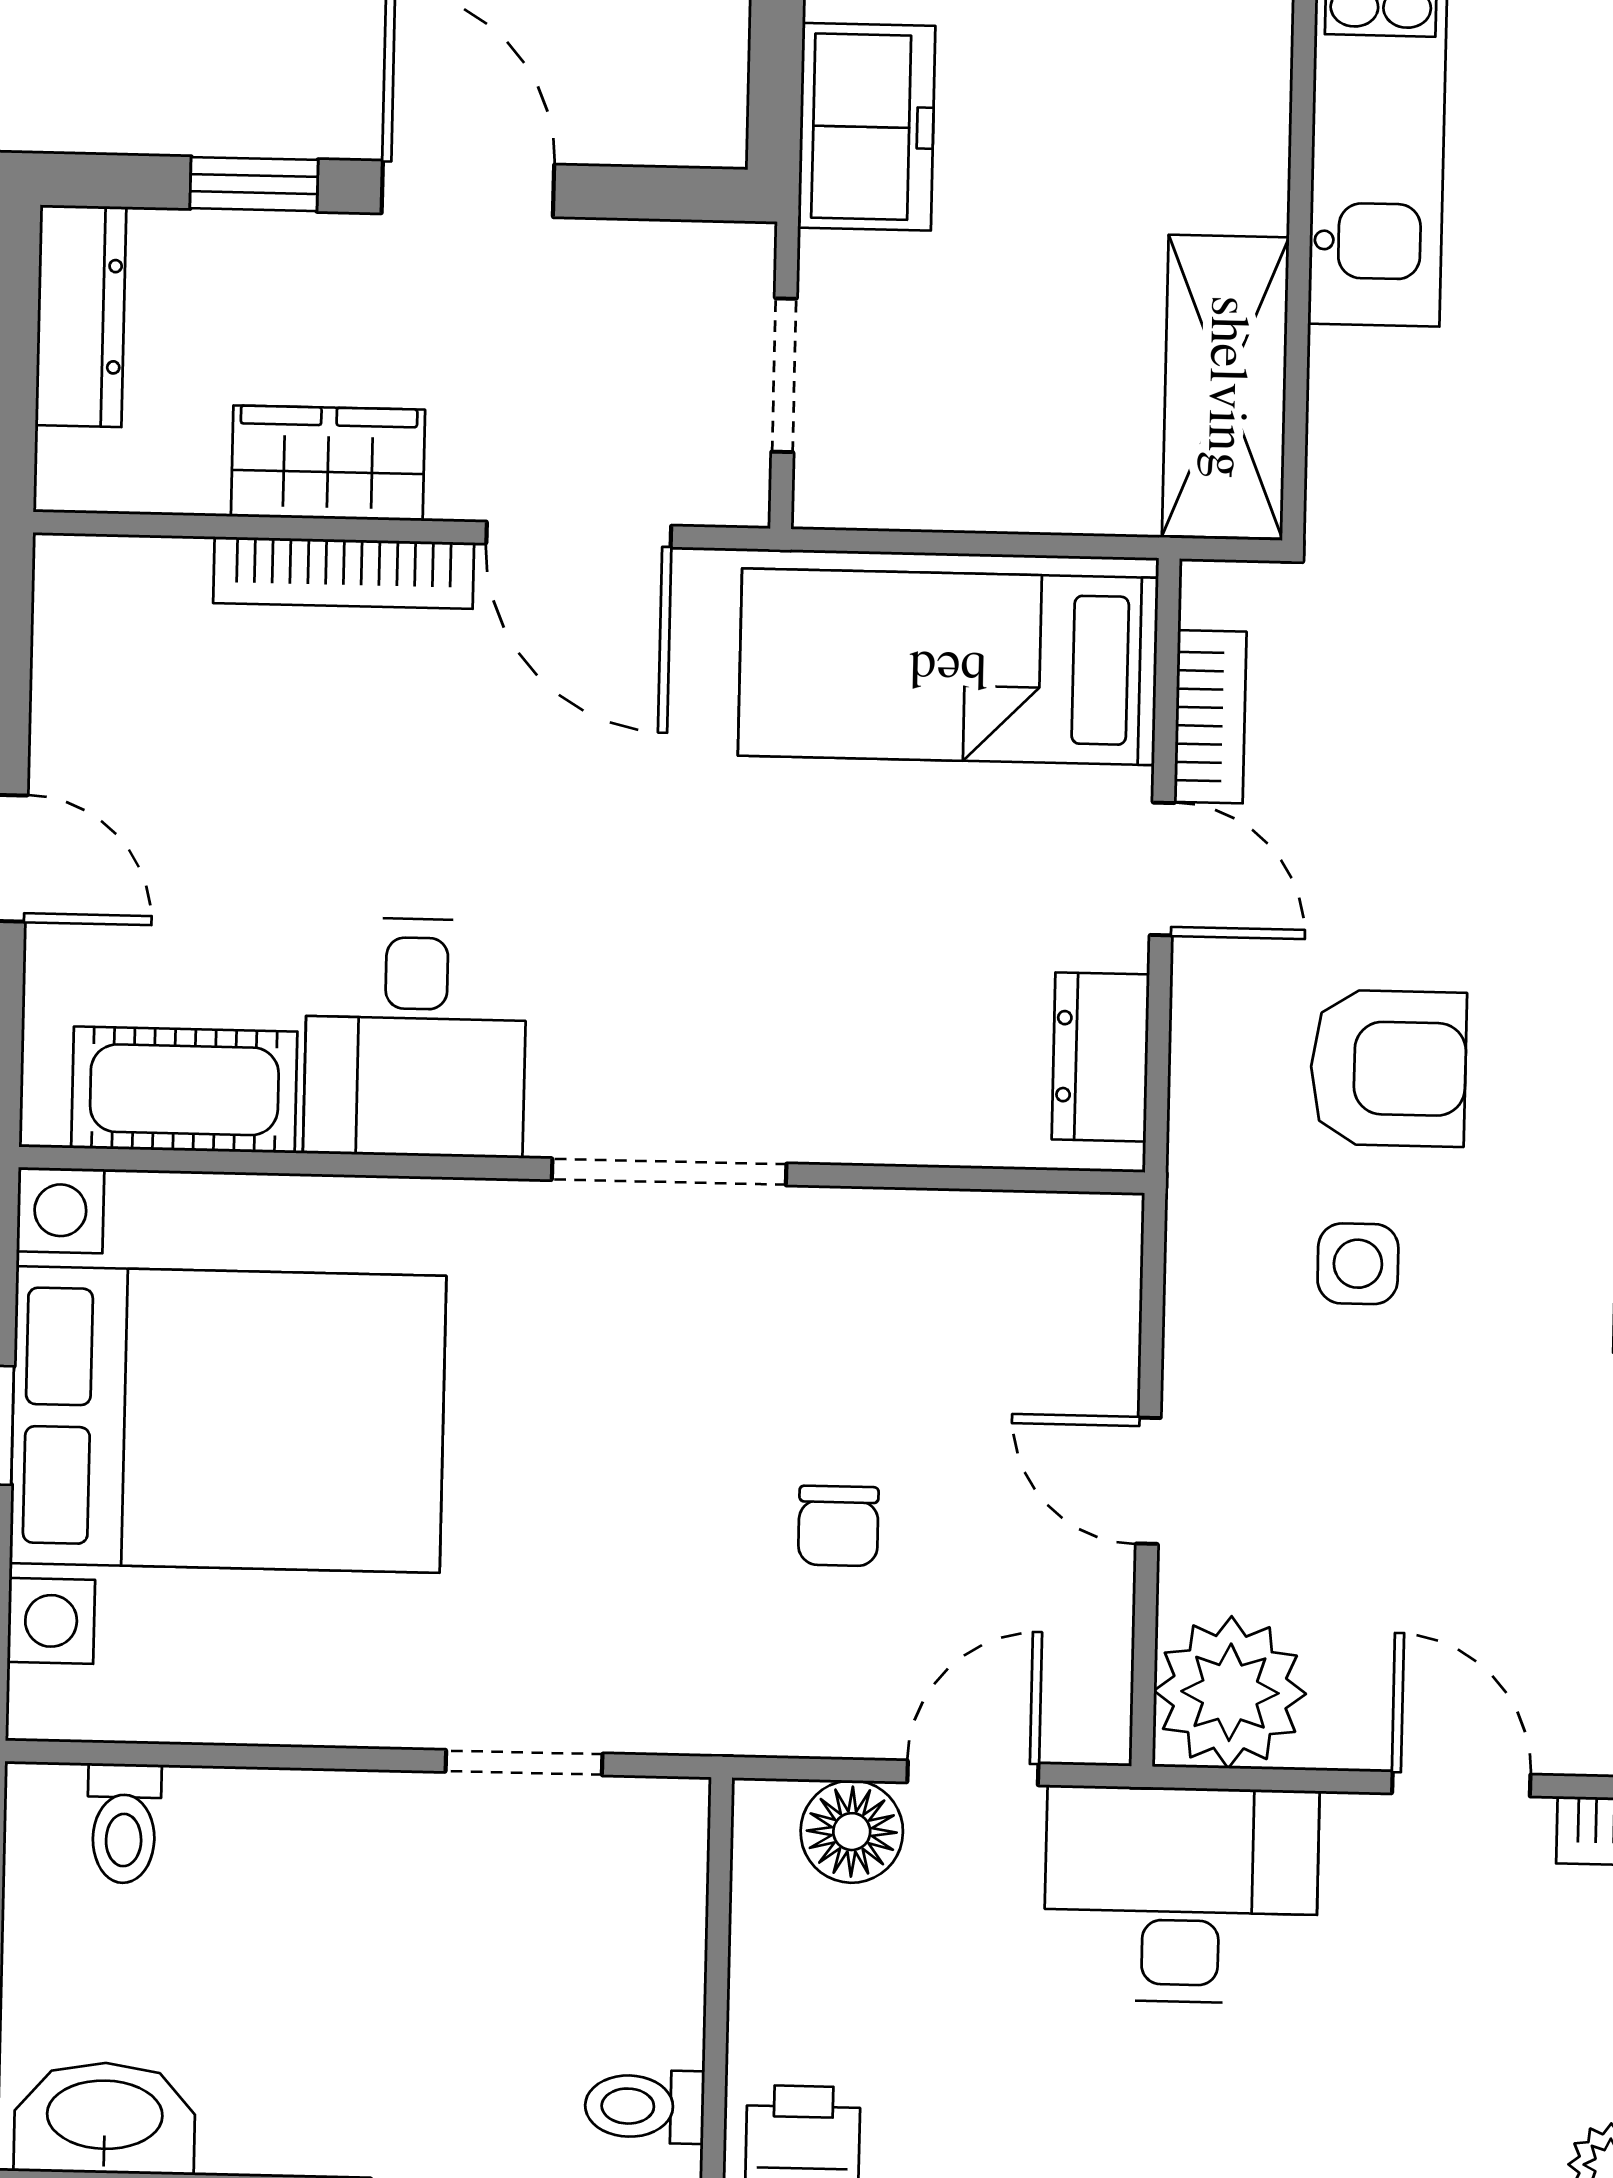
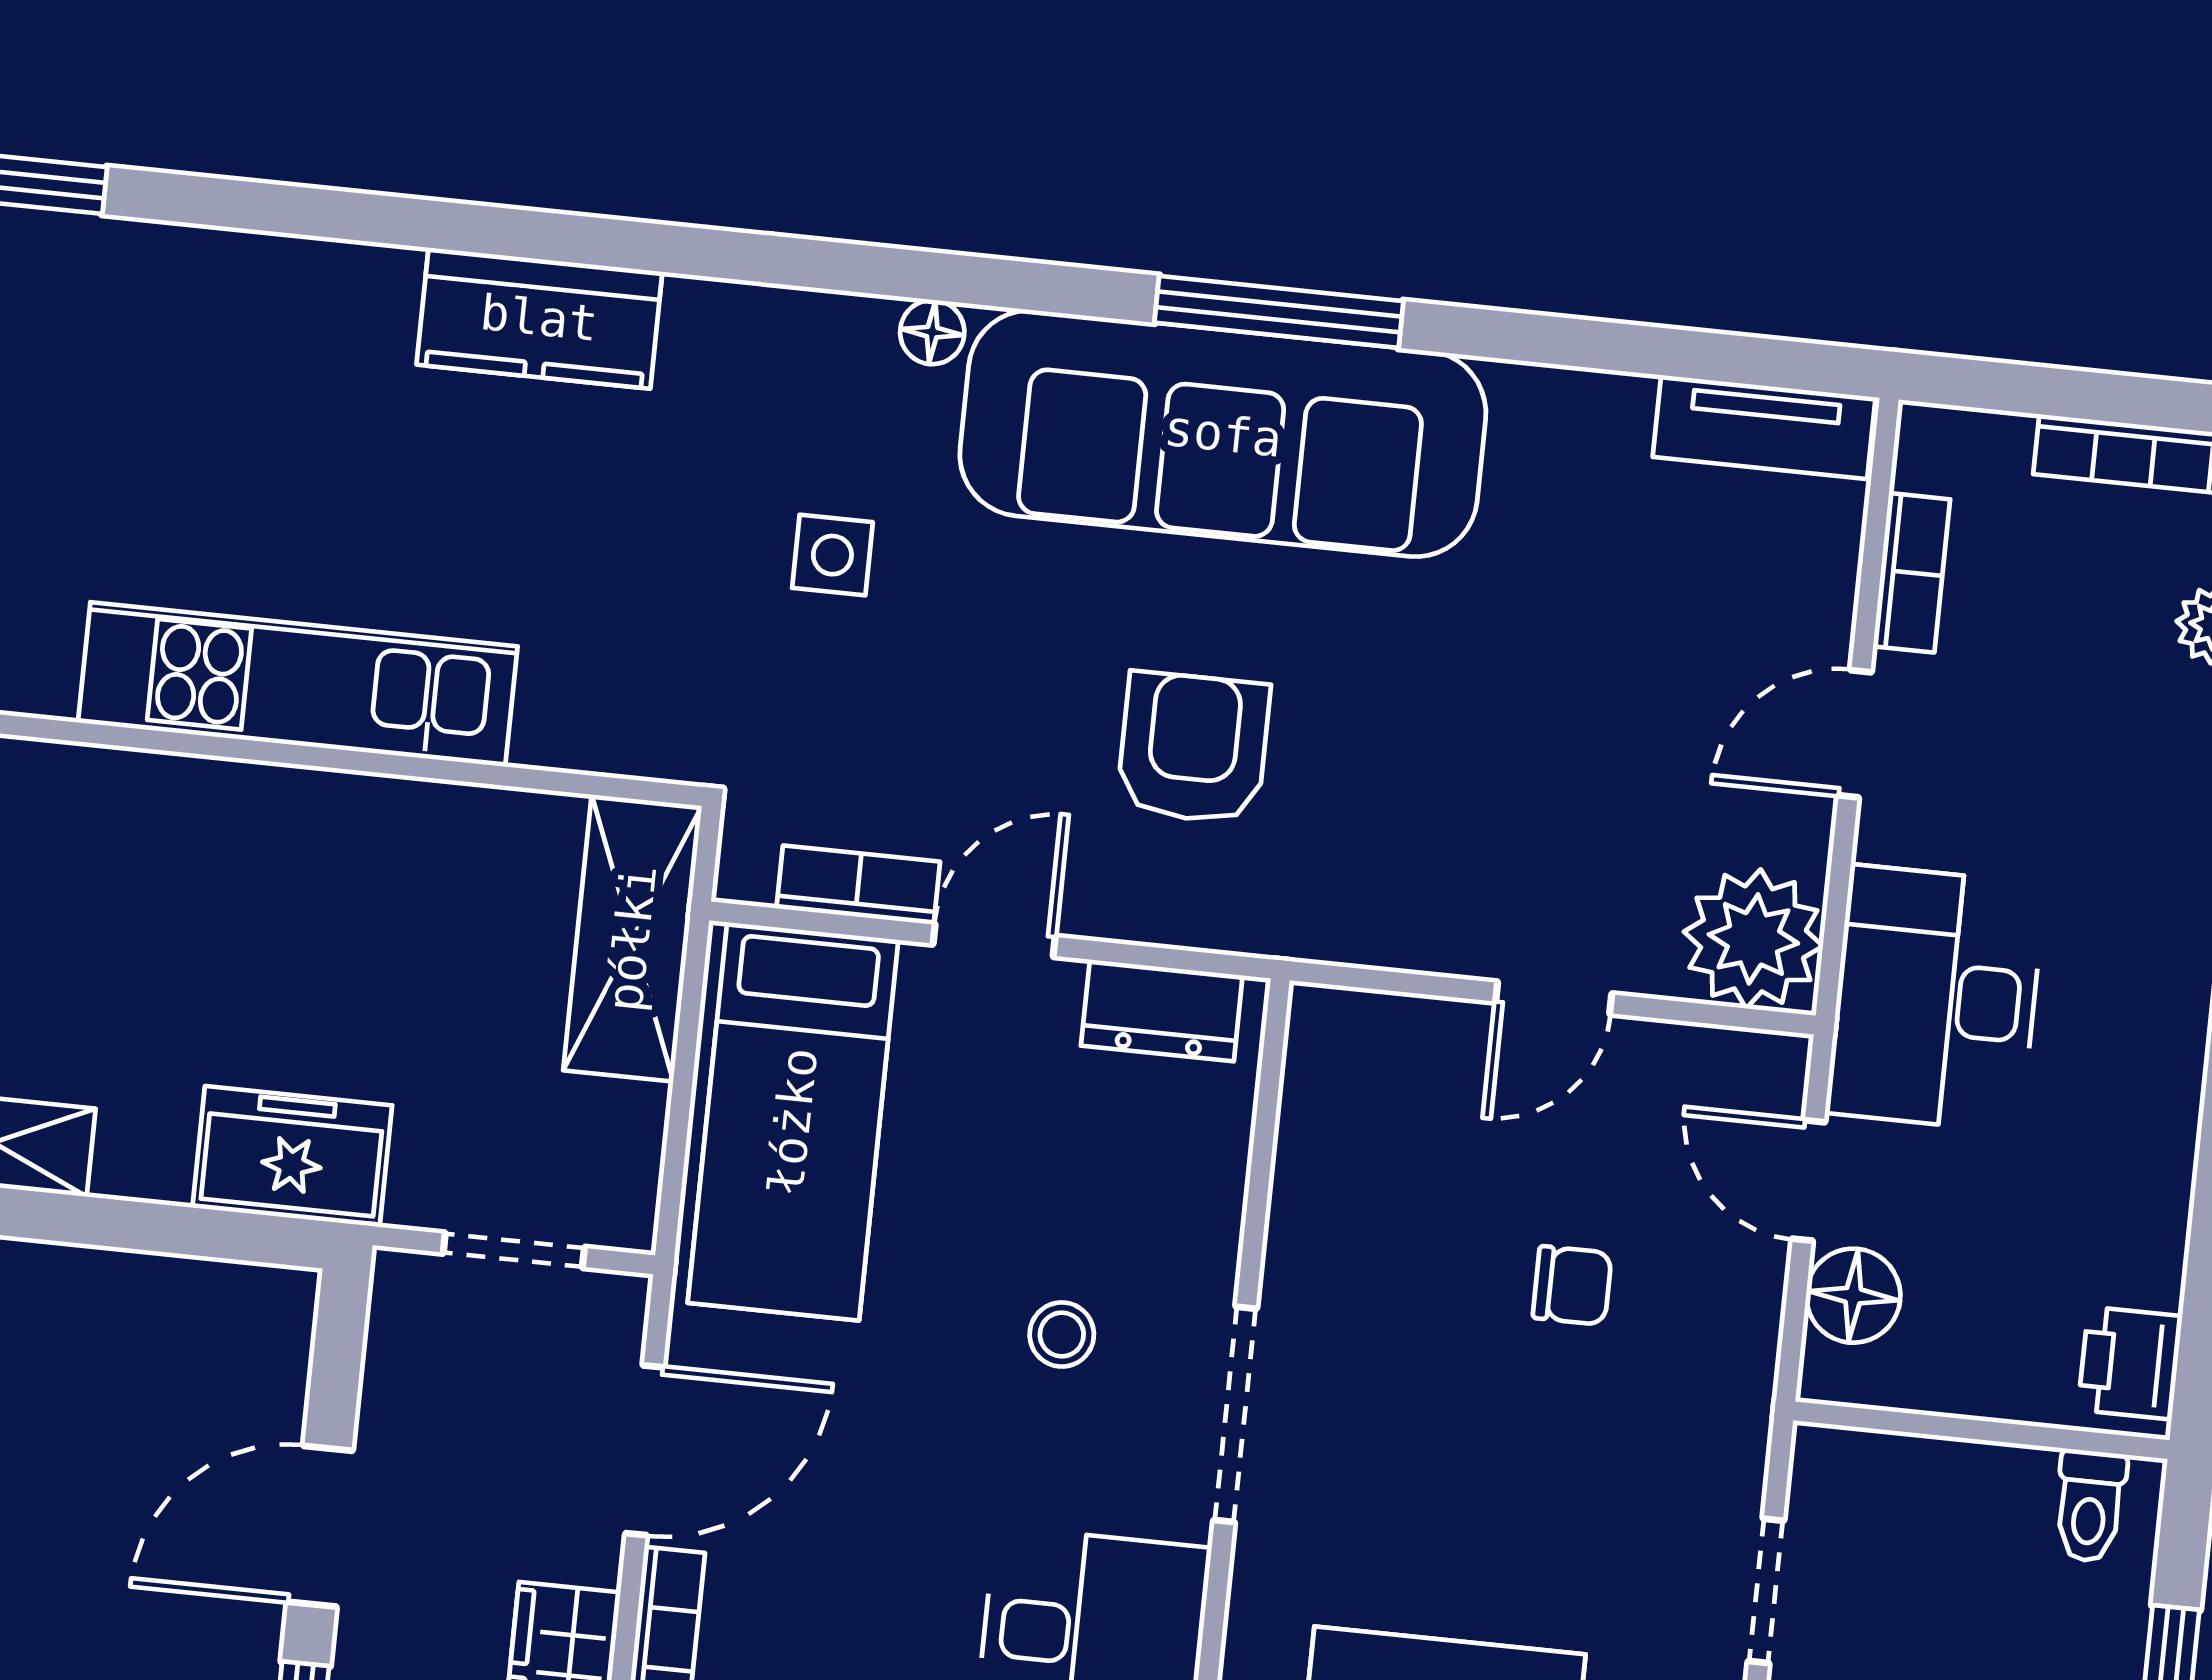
shelving: (1225, 387) -> (632, 938), moved, turned 90
stool: (741, 977) -> (1062, 1334), added
side table: (1358, 1264) -> (832, 555), moved

